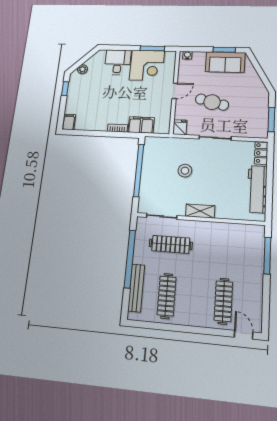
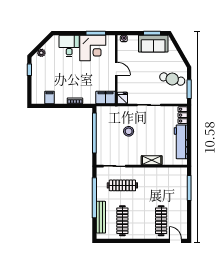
door: (175, 91) -> (116, 69), hinge flipped
cafe table: (212, 102) -> (172, 79), moved
filing cabinet: (69, 122) -> (50, 98), moved
filing cabinet: (141, 125) -> (105, 97), moved
shelving: (200, 211) -> (152, 160), moved

